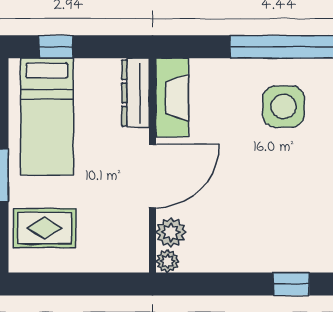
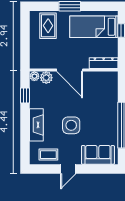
fireplace: (172, 98) -> (36, 125), moved, turned -90
side table: (284, 107) -> (71, 125), moved
window: (291, 284) -> (25, 95), moved

